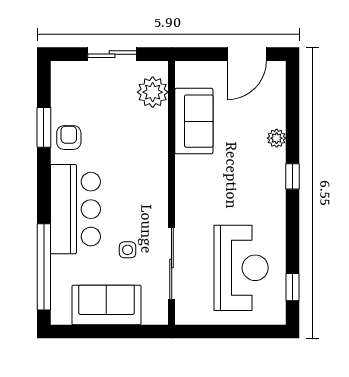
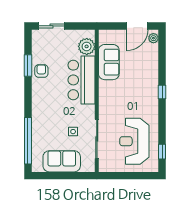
sliding door: (112, 54) -> (51, 26), moved
plant: (277, 138) -> (153, 38), moved
bar counter: (75, 209) -> (82, 80), moved, turned 180
reception desk: (241, 268) -> (134, 141), turned 180

